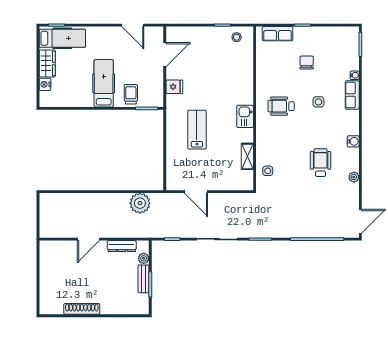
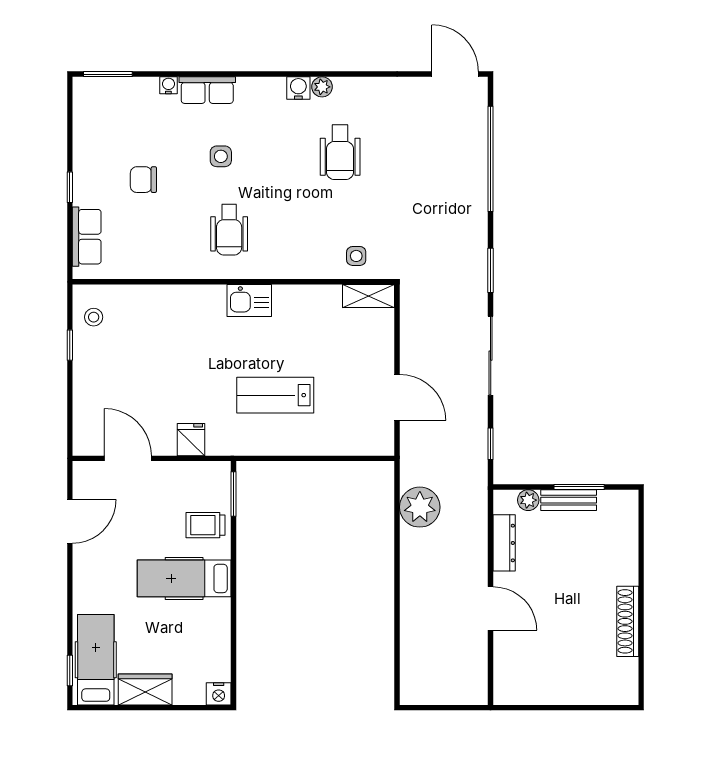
nightstand: (45, 84) -> (219, 694), moved
shelving: (247, 156) -> (369, 296), moved
wheelchair: (321, 163) -> (340, 152), turned -90
plant: (354, 177) -> (322, 87), moved
door: (196, 192) -> (397, 397), hinge flipped

